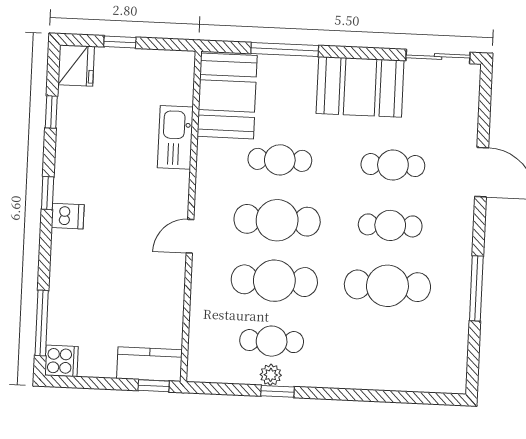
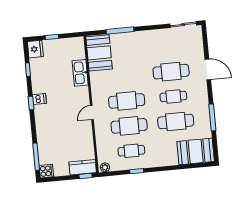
booth: (360, 87) -> (196, 151), moved
cafe table: (280, 160) -> (124, 76), removed
cafe table: (393, 165) -> (171, 72), width x1.37, depth x1.35
dishwasher: (68, 216) -> (39, 99), moved
plant: (271, 375) -> (105, 167), moved

